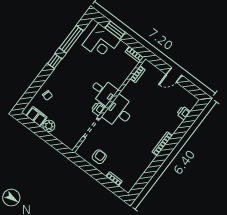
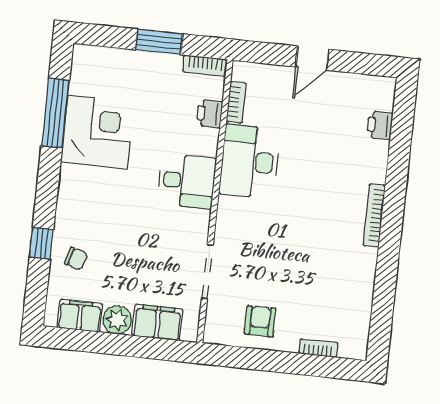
window: (115, 30) -> (159, 42), moved
corner desk: (101, 42) -> (97, 132), moved, turned -90
window: (55, 61) -> (41, 243), moved
printer: (98, 109) -> (209, 114), moved
desk: (119, 112) -> (249, 161), moved
filing cabinet: (63, 135) -> (157, 322), added

